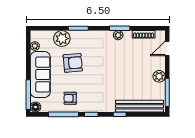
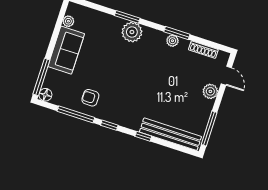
plant: (62, 39) -> (132, 32), moved
door: (167, 48) -> (226, 76), swing flipped
armchair: (73, 63) -> (107, 56), removed
sofa: (40, 74) -> (66, 50), width x0.73
plant: (159, 76) -> (210, 91), moved

